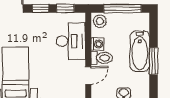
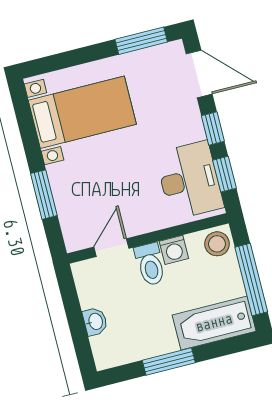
desk: (71, 41) -> (189, 180), moved, turned -90
bathtub: (140, 51) -> (214, 323), moved
door: (88, 75) -> (111, 248), swing flipped

